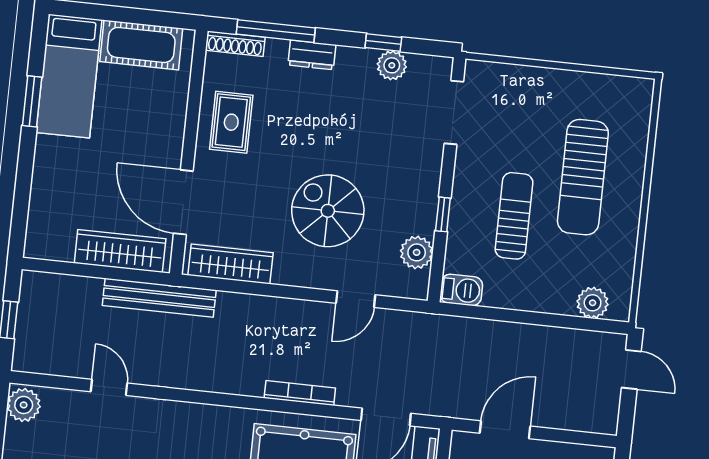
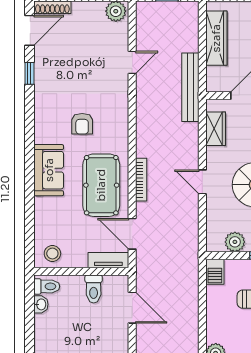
wardrobe: (120, 251) -> (216, 38), moved
wardrobe: (231, 264) -> (216, 129), width x0.67
door: (356, 299) -> (202, 182), moved

